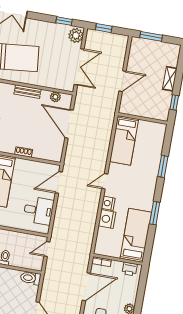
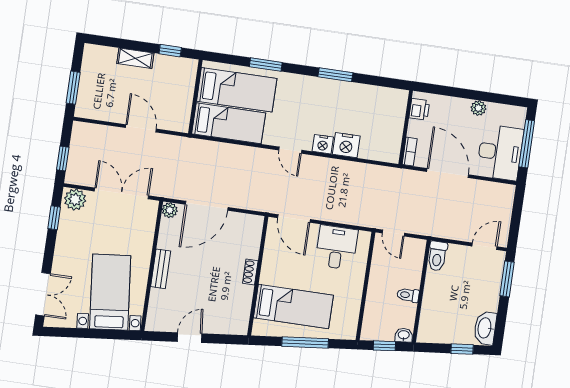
plant: (55, 97) -> (170, 210), moved
bed: (136, 235) -> (237, 90), moved, turned 180

